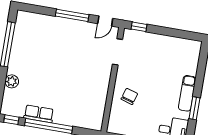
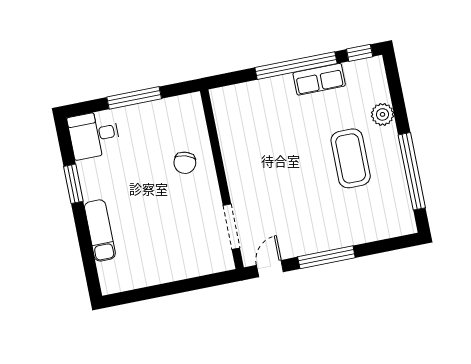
window: (139, 27) -> (212, 280), removed
coffee table: (38, 64) -> (351, 158), added
exam couch: (187, 93) -> (100, 230), moved

